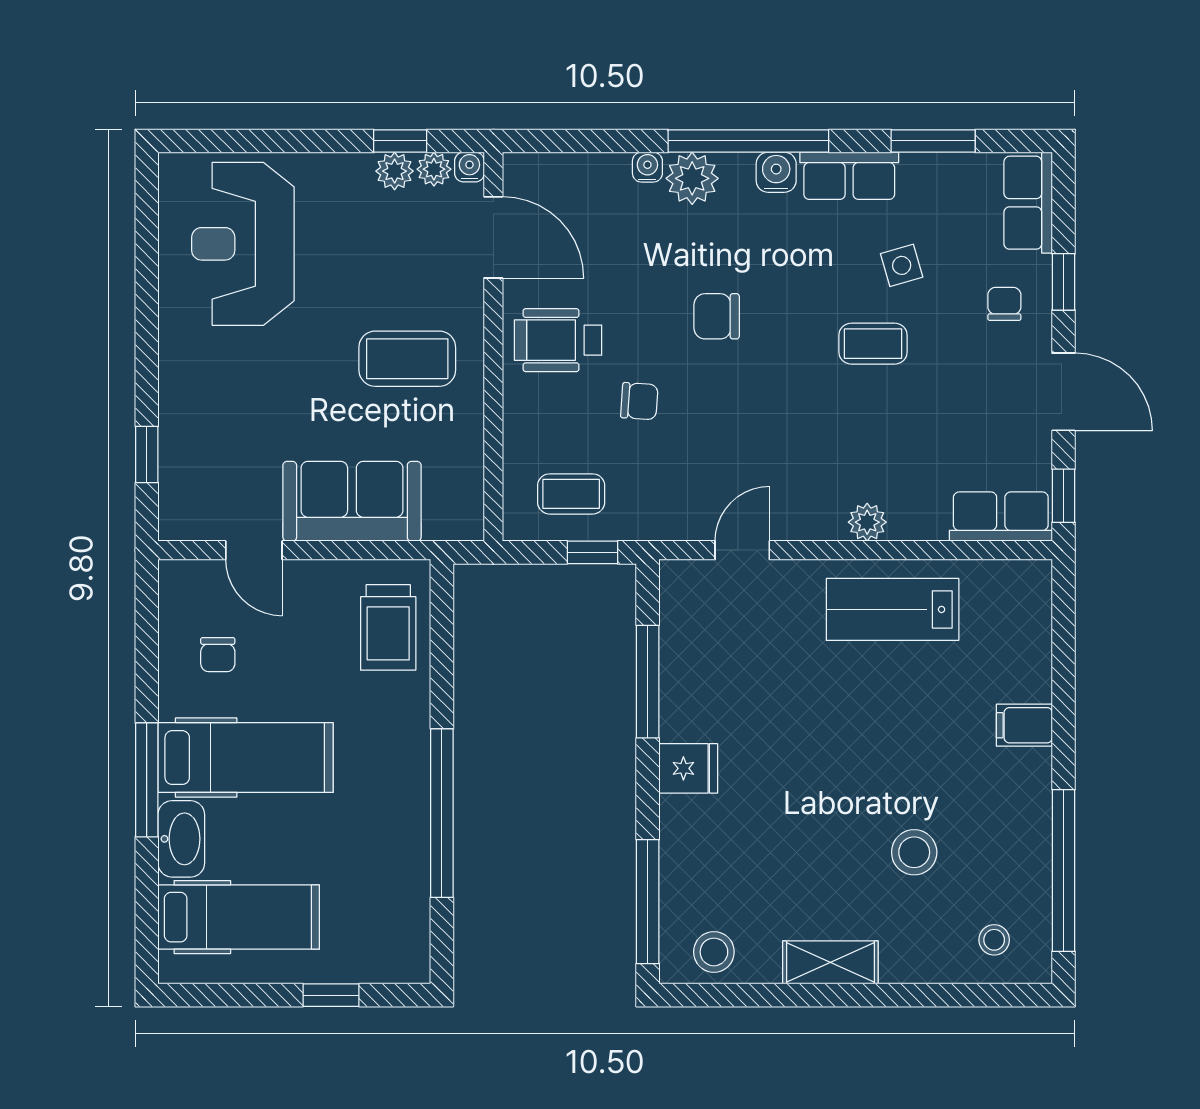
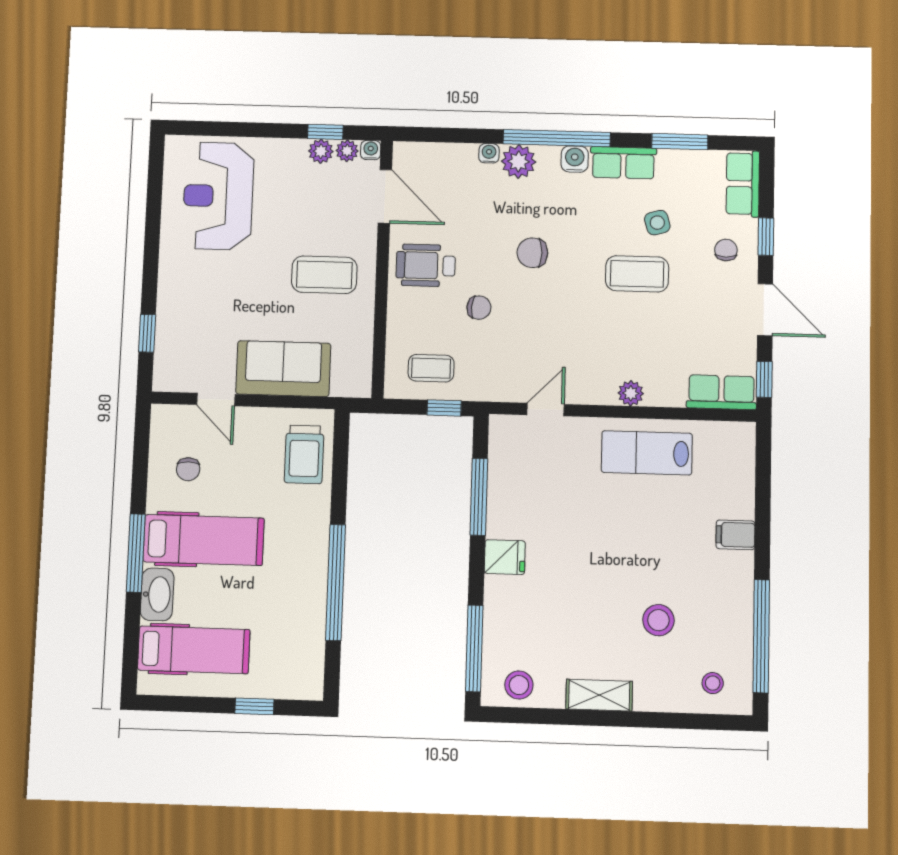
coffee table: (873, 344) -> (637, 274), width x1.36, depth x1.30

